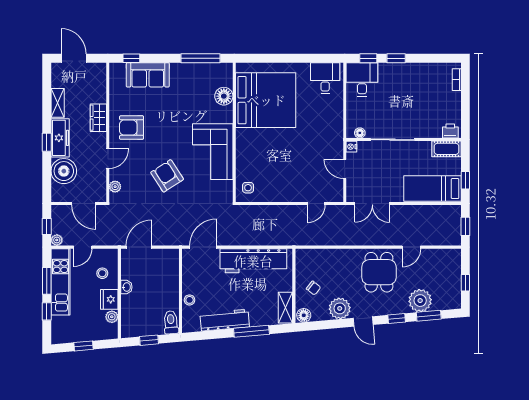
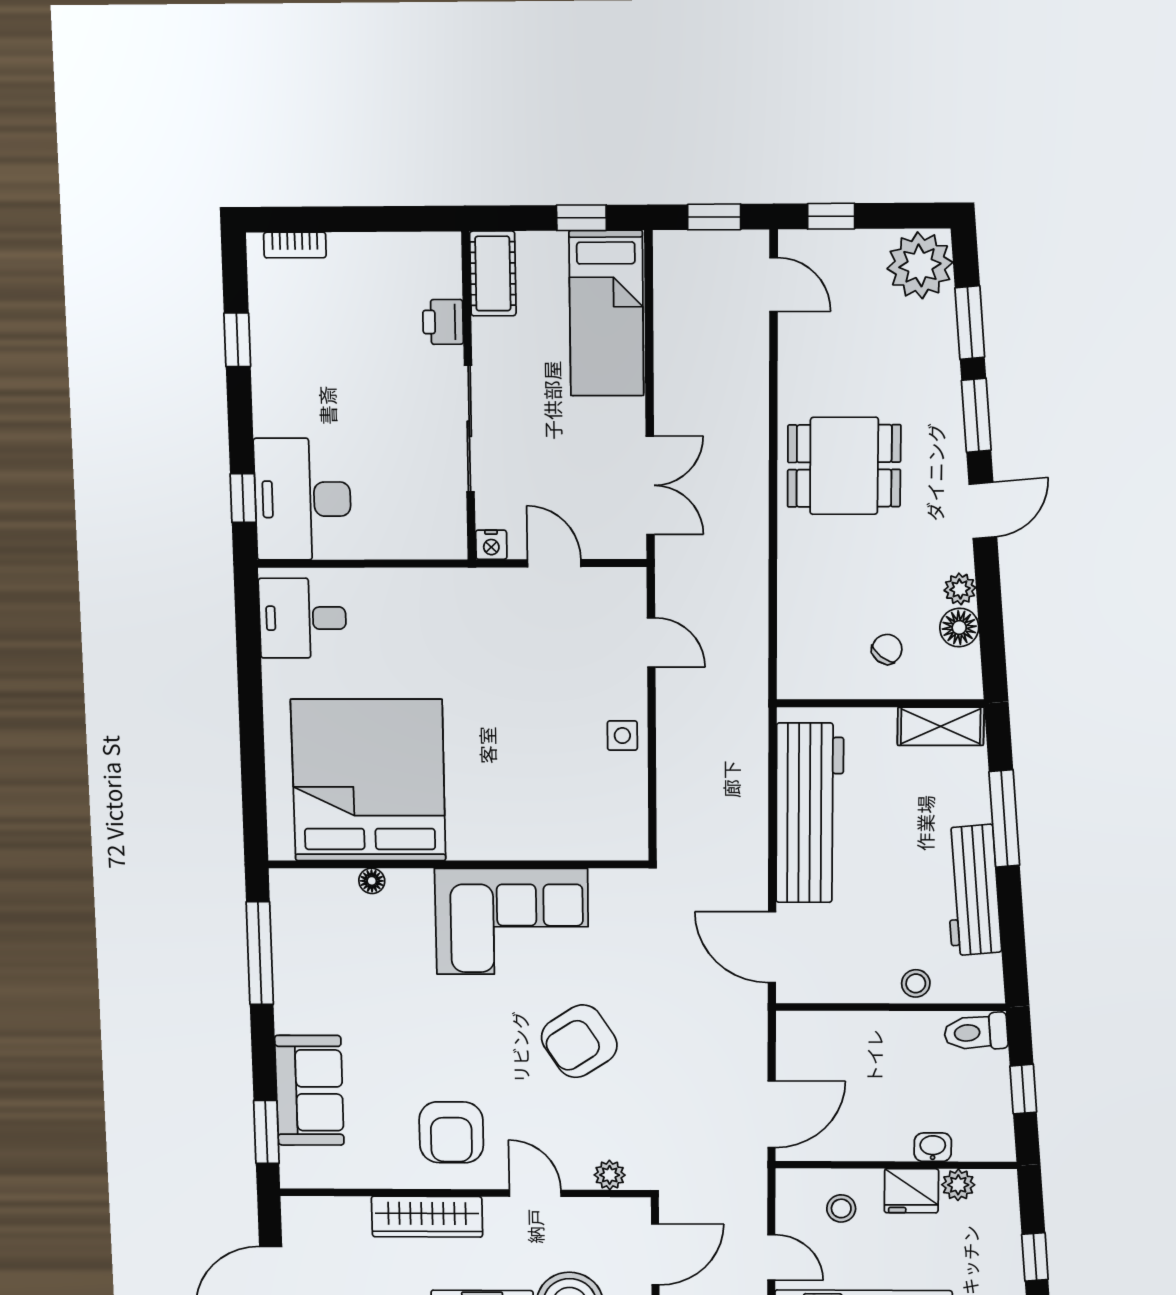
window: (131, 58) -> (266, 1132), width x1.50
window: (396, 58) -> (237, 340), moved
desk: (362, 80) -> (303, 499), width x1.37
floor lamp: (224, 96) -> (372, 881), width x0.53, depth x0.53
wardrobe: (98, 118) -> (427, 1217), width x1.50
printer: (450, 131) -> (443, 322), moved
floor lamp: (360, 133) -> (453, 521), removed
door: (345, 169) -> (554, 563), swing flipped
side table: (248, 188) -> (622, 736), moved
door: (139, 247) -> (772, 1114), swing flipped
door: (411, 247) -> (774, 285), moved
window: (465, 283) -> (831, 216), moved
washbasin: (126, 287) -> (933, 1147), moved
plant: (420, 301) -> (920, 265), moved
plant: (340, 308) -> (960, 589), width x0.53, depth x0.53
floor lamp: (304, 315) -> (959, 628), moved
window: (397, 319) -> (976, 415), width x1.50

